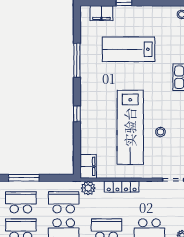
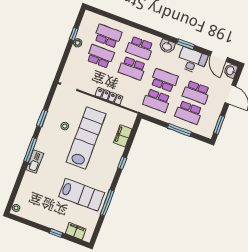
lab bench: (129, 49) -> (82, 195), moved
filing cabinet: (88, 166) -> (123, 136), moved
plant: (88, 188) -> (134, 104), removed

